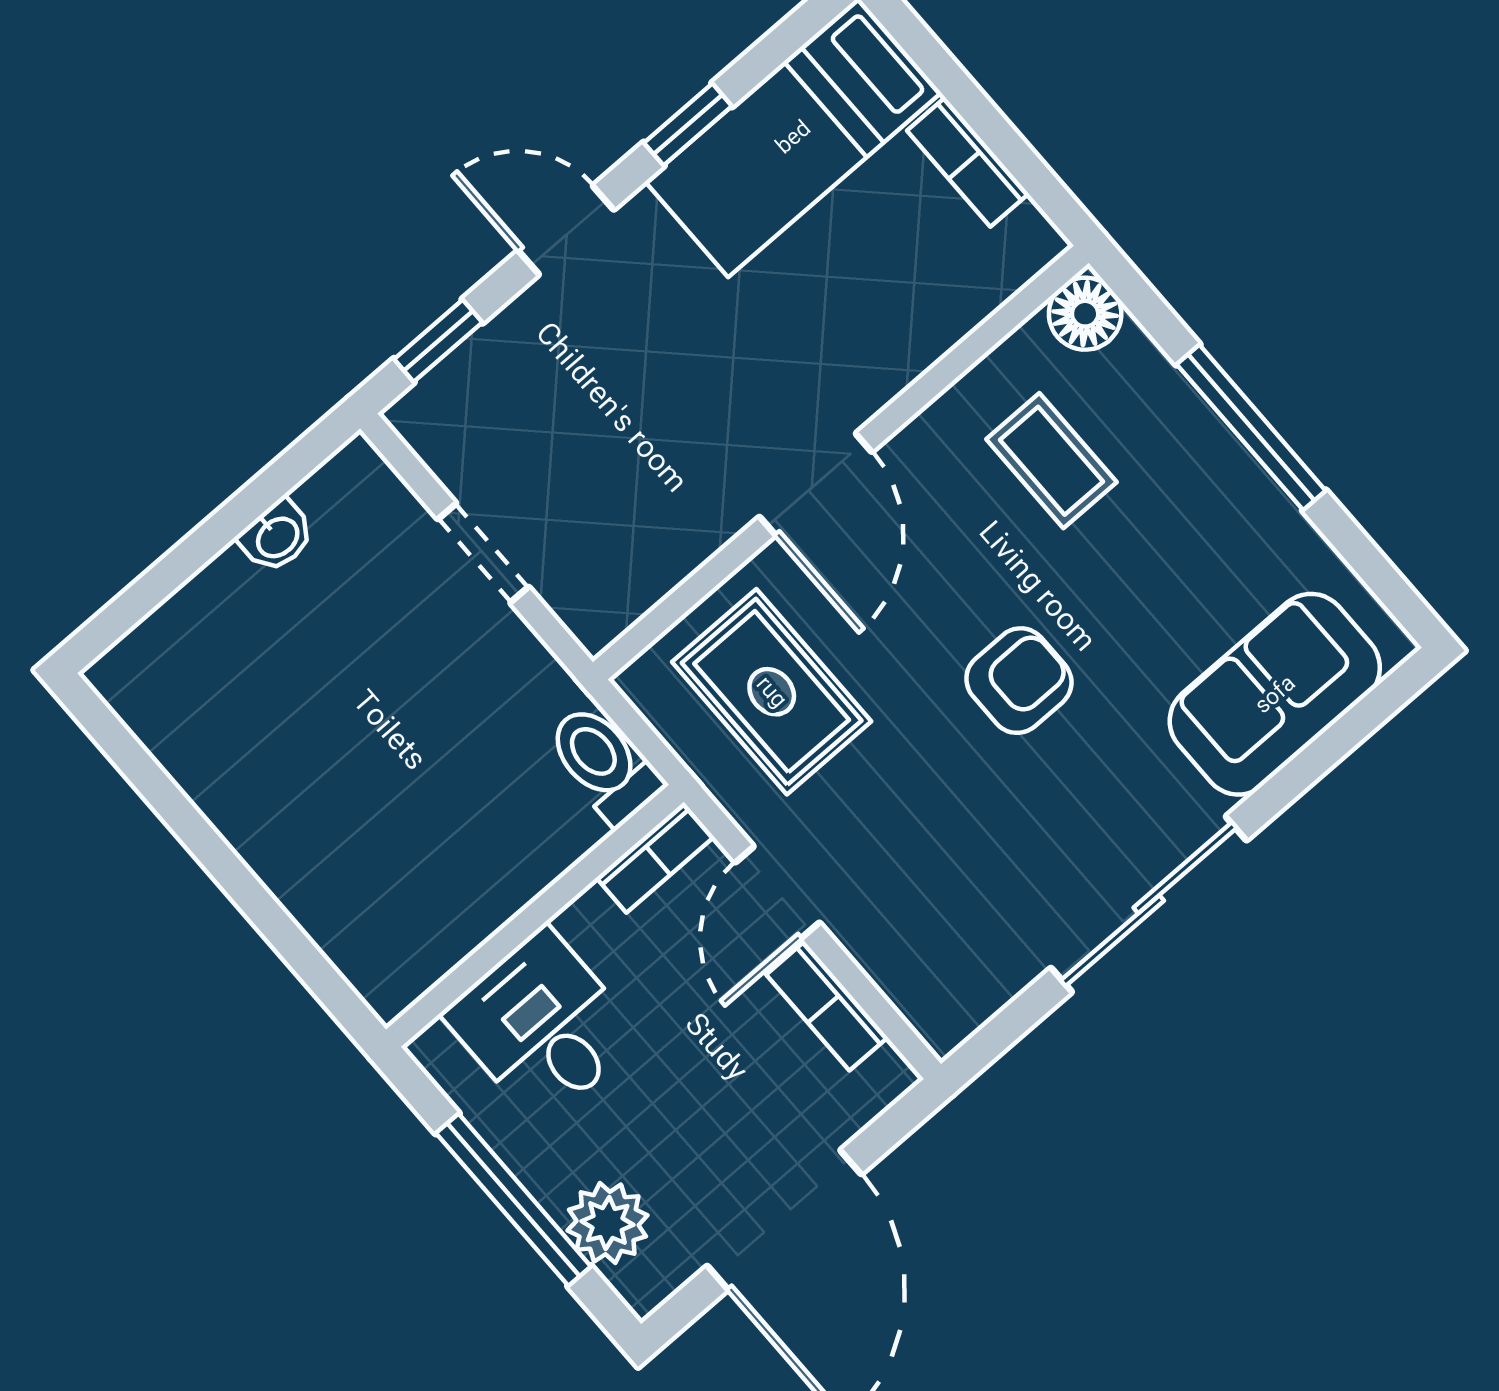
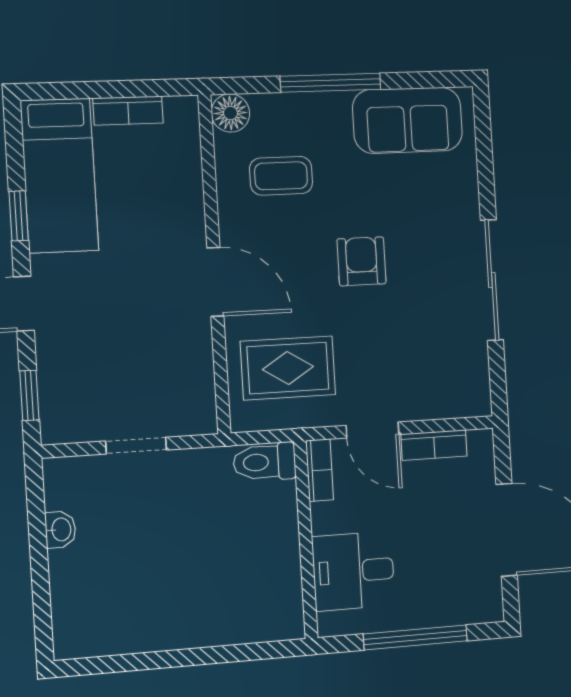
sofa: (1275, 694) -> (407, 120), moved, turned -90
plant: (608, 1223) -> (454, 605), removed

